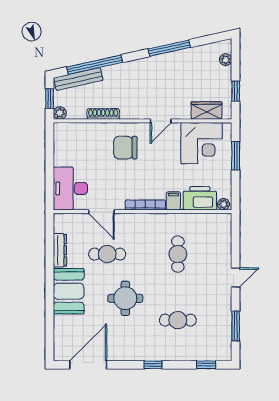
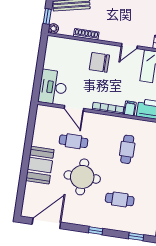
dresser: (60, 250) -> (38, 133), removed
round table: (125, 298) -> (82, 177), width x1.36, depth x1.36

